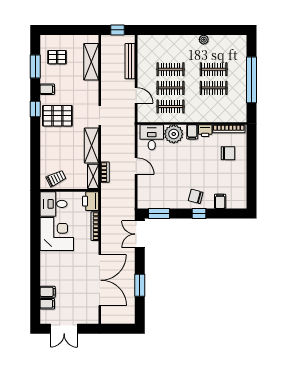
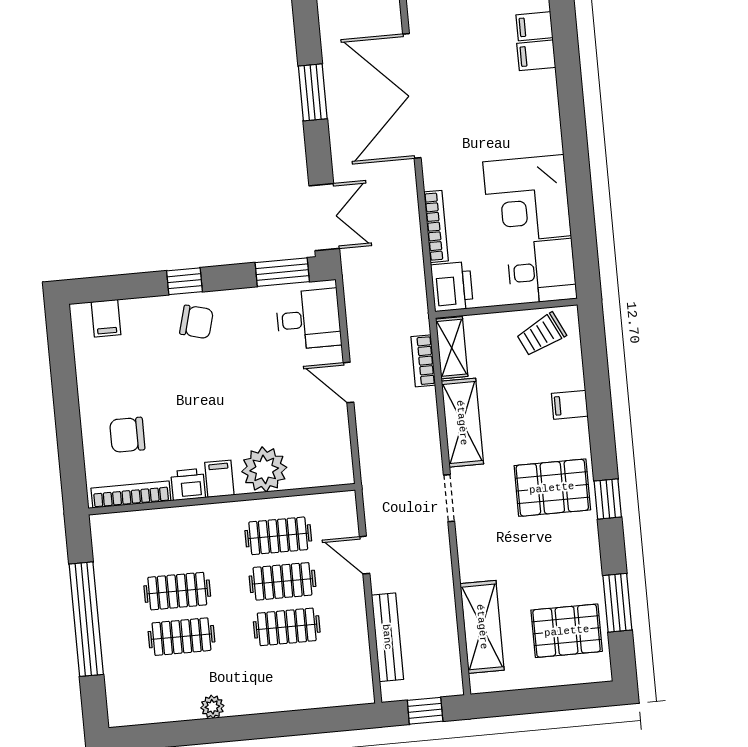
pallet: (57, 57) -> (567, 631), width x1.50, depth x1.42
filing cabinet: (47, 89) -> (570, 405), moved
desk: (152, 137) -> (309, 319), moved, turned -90
filing cabinet: (220, 201) -> (106, 318), moved

